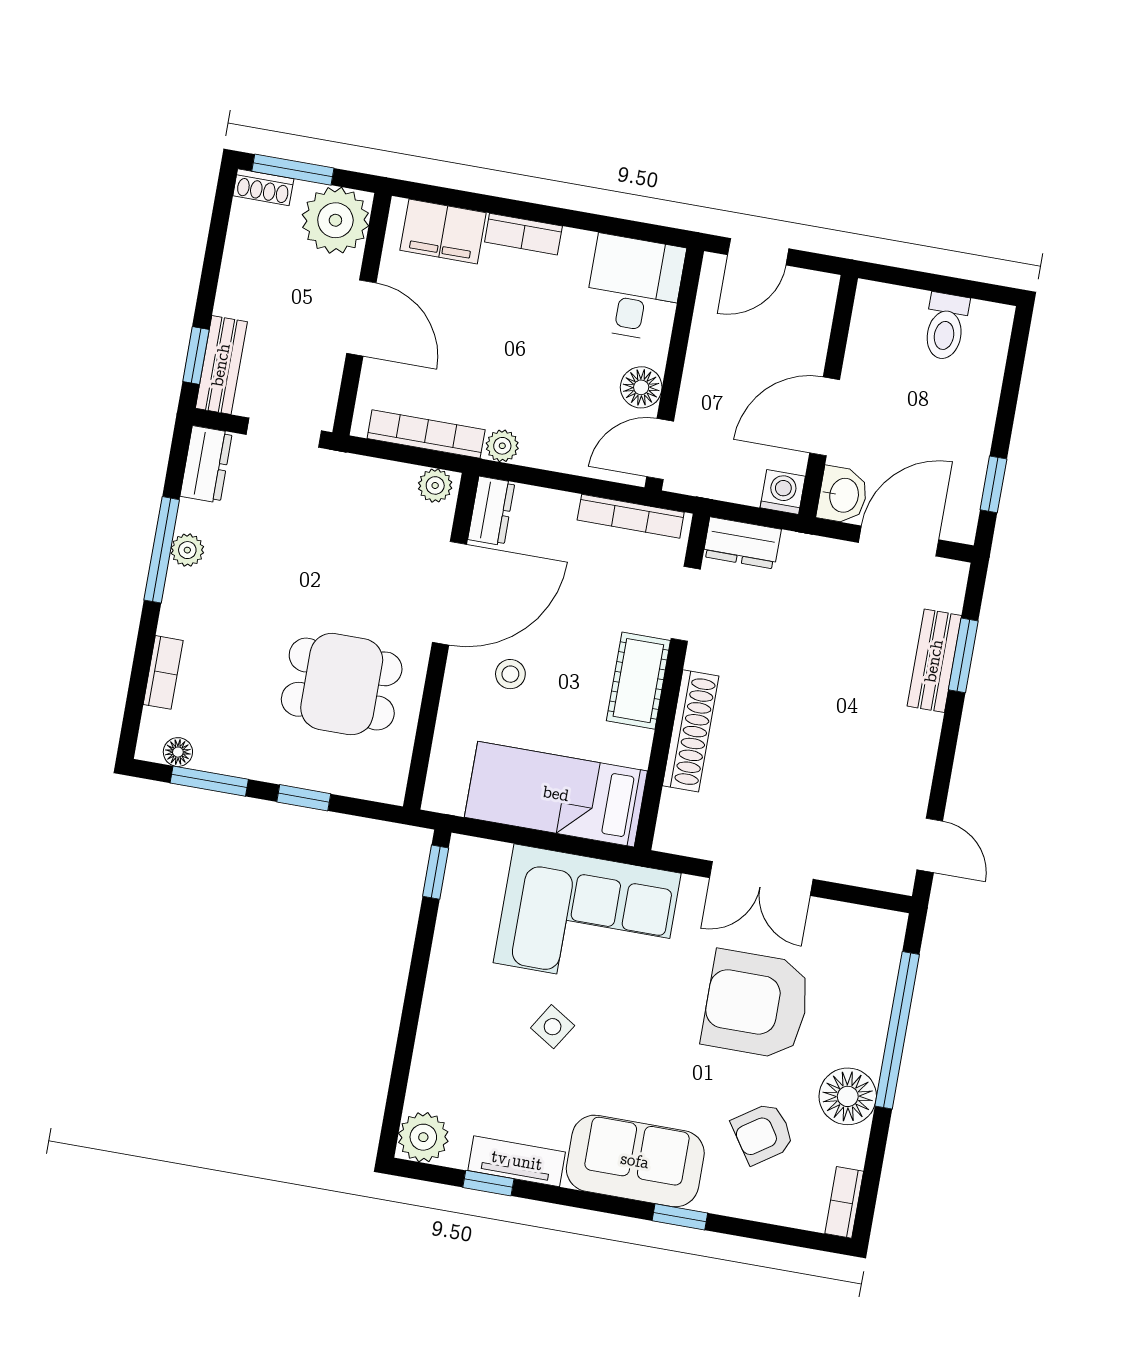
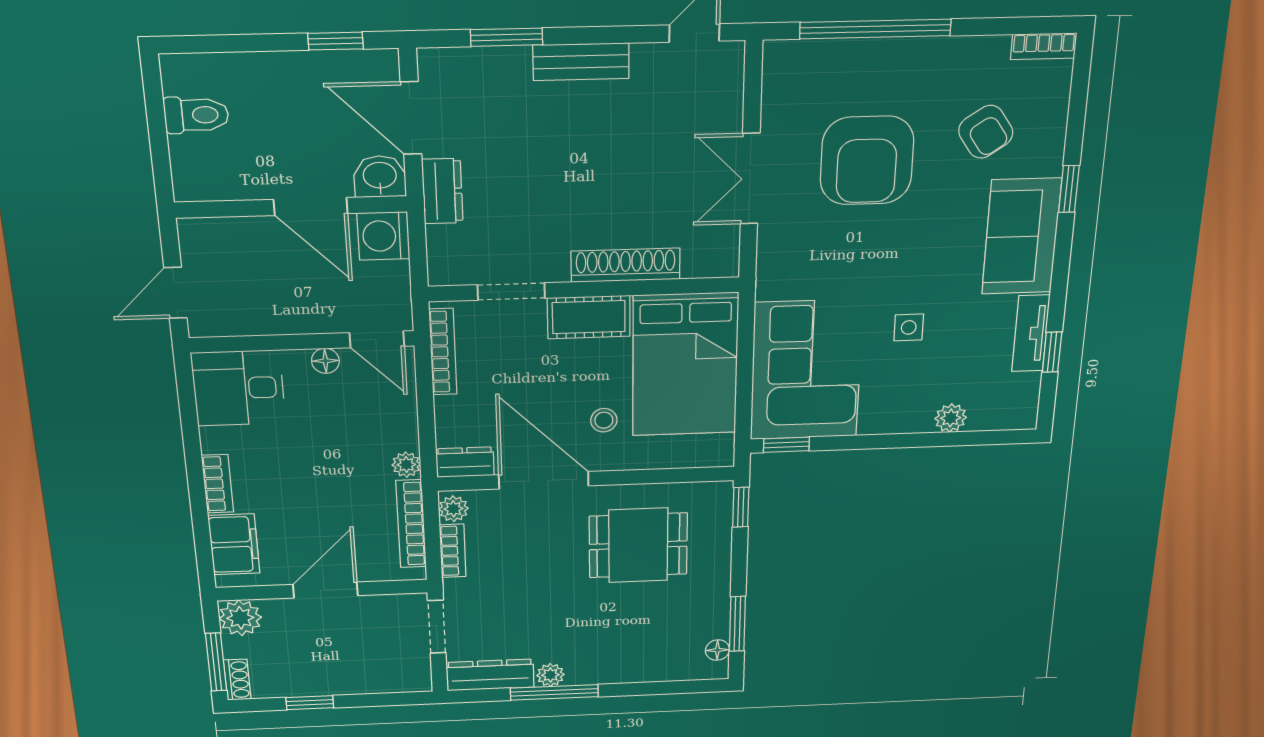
plant: (335, 220) -> (240, 618), width x0.73, depth x0.73
door: (758, 252) -> (175, 293), swing flipped
window: (196, 355) -> (310, 703), moved
bench: (221, 365) -> (392, 681), removed
floor lamp: (641, 387) -> (325, 361), width x0.73, depth x0.73
dresser: (206, 464) -> (490, 675), width x1.44
washing machine: (783, 492) -> (383, 236), width x1.38, depth x1.38
dresser: (742, 543) -> (442, 191), moved
bench: (934, 661) -> (581, 62), moved
bookcase: (163, 672) -> (453, 551), moved, turned 90
dining table: (342, 684) -> (638, 545), turned 90
bed: (556, 794) -> (685, 365), width x1.50
window: (304, 798) -> (741, 507), moved
double door: (761, 878) -> (750, 179), swing flipped
corner sofa: (587, 918) -> (806, 370), moved
side table: (553, 1027) -> (909, 327), turned -32
floor lamp: (848, 1096) -> (943, 62), removed
plant: (423, 1137) -> (951, 418), moved, width x0.73, depth x0.73

